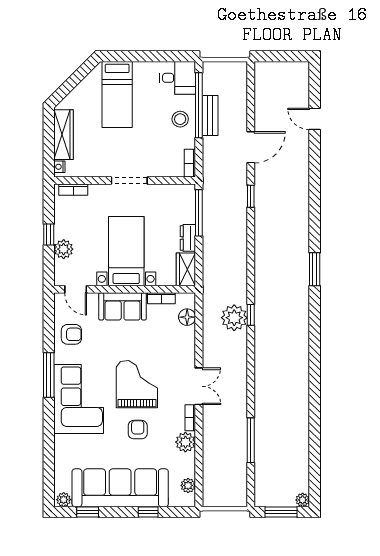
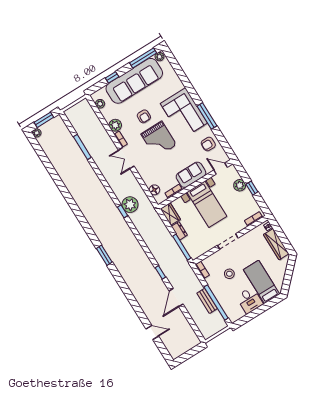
desk: (178, 78) -> (250, 300), moved, turned -90
stool: (180, 119) -> (229, 274), moved
window: (88, 512) -> (143, 58), width x2.17

